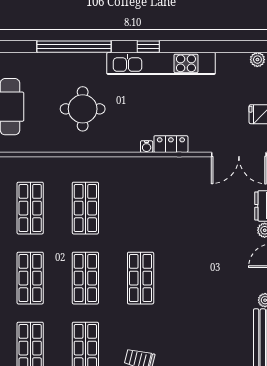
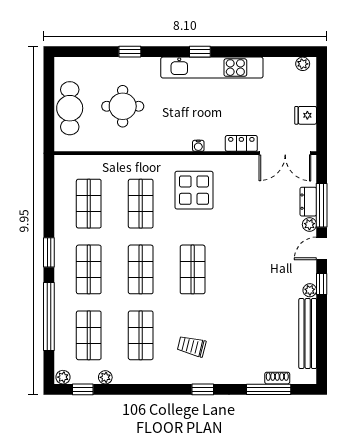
window: (74, 47) -> (130, 52), width x0.32
round table: (83, 109) -> (123, 106), moved
locker: (171, 144) -> (241, 143), moved
display table: (142, 194) -> (194, 190), added

